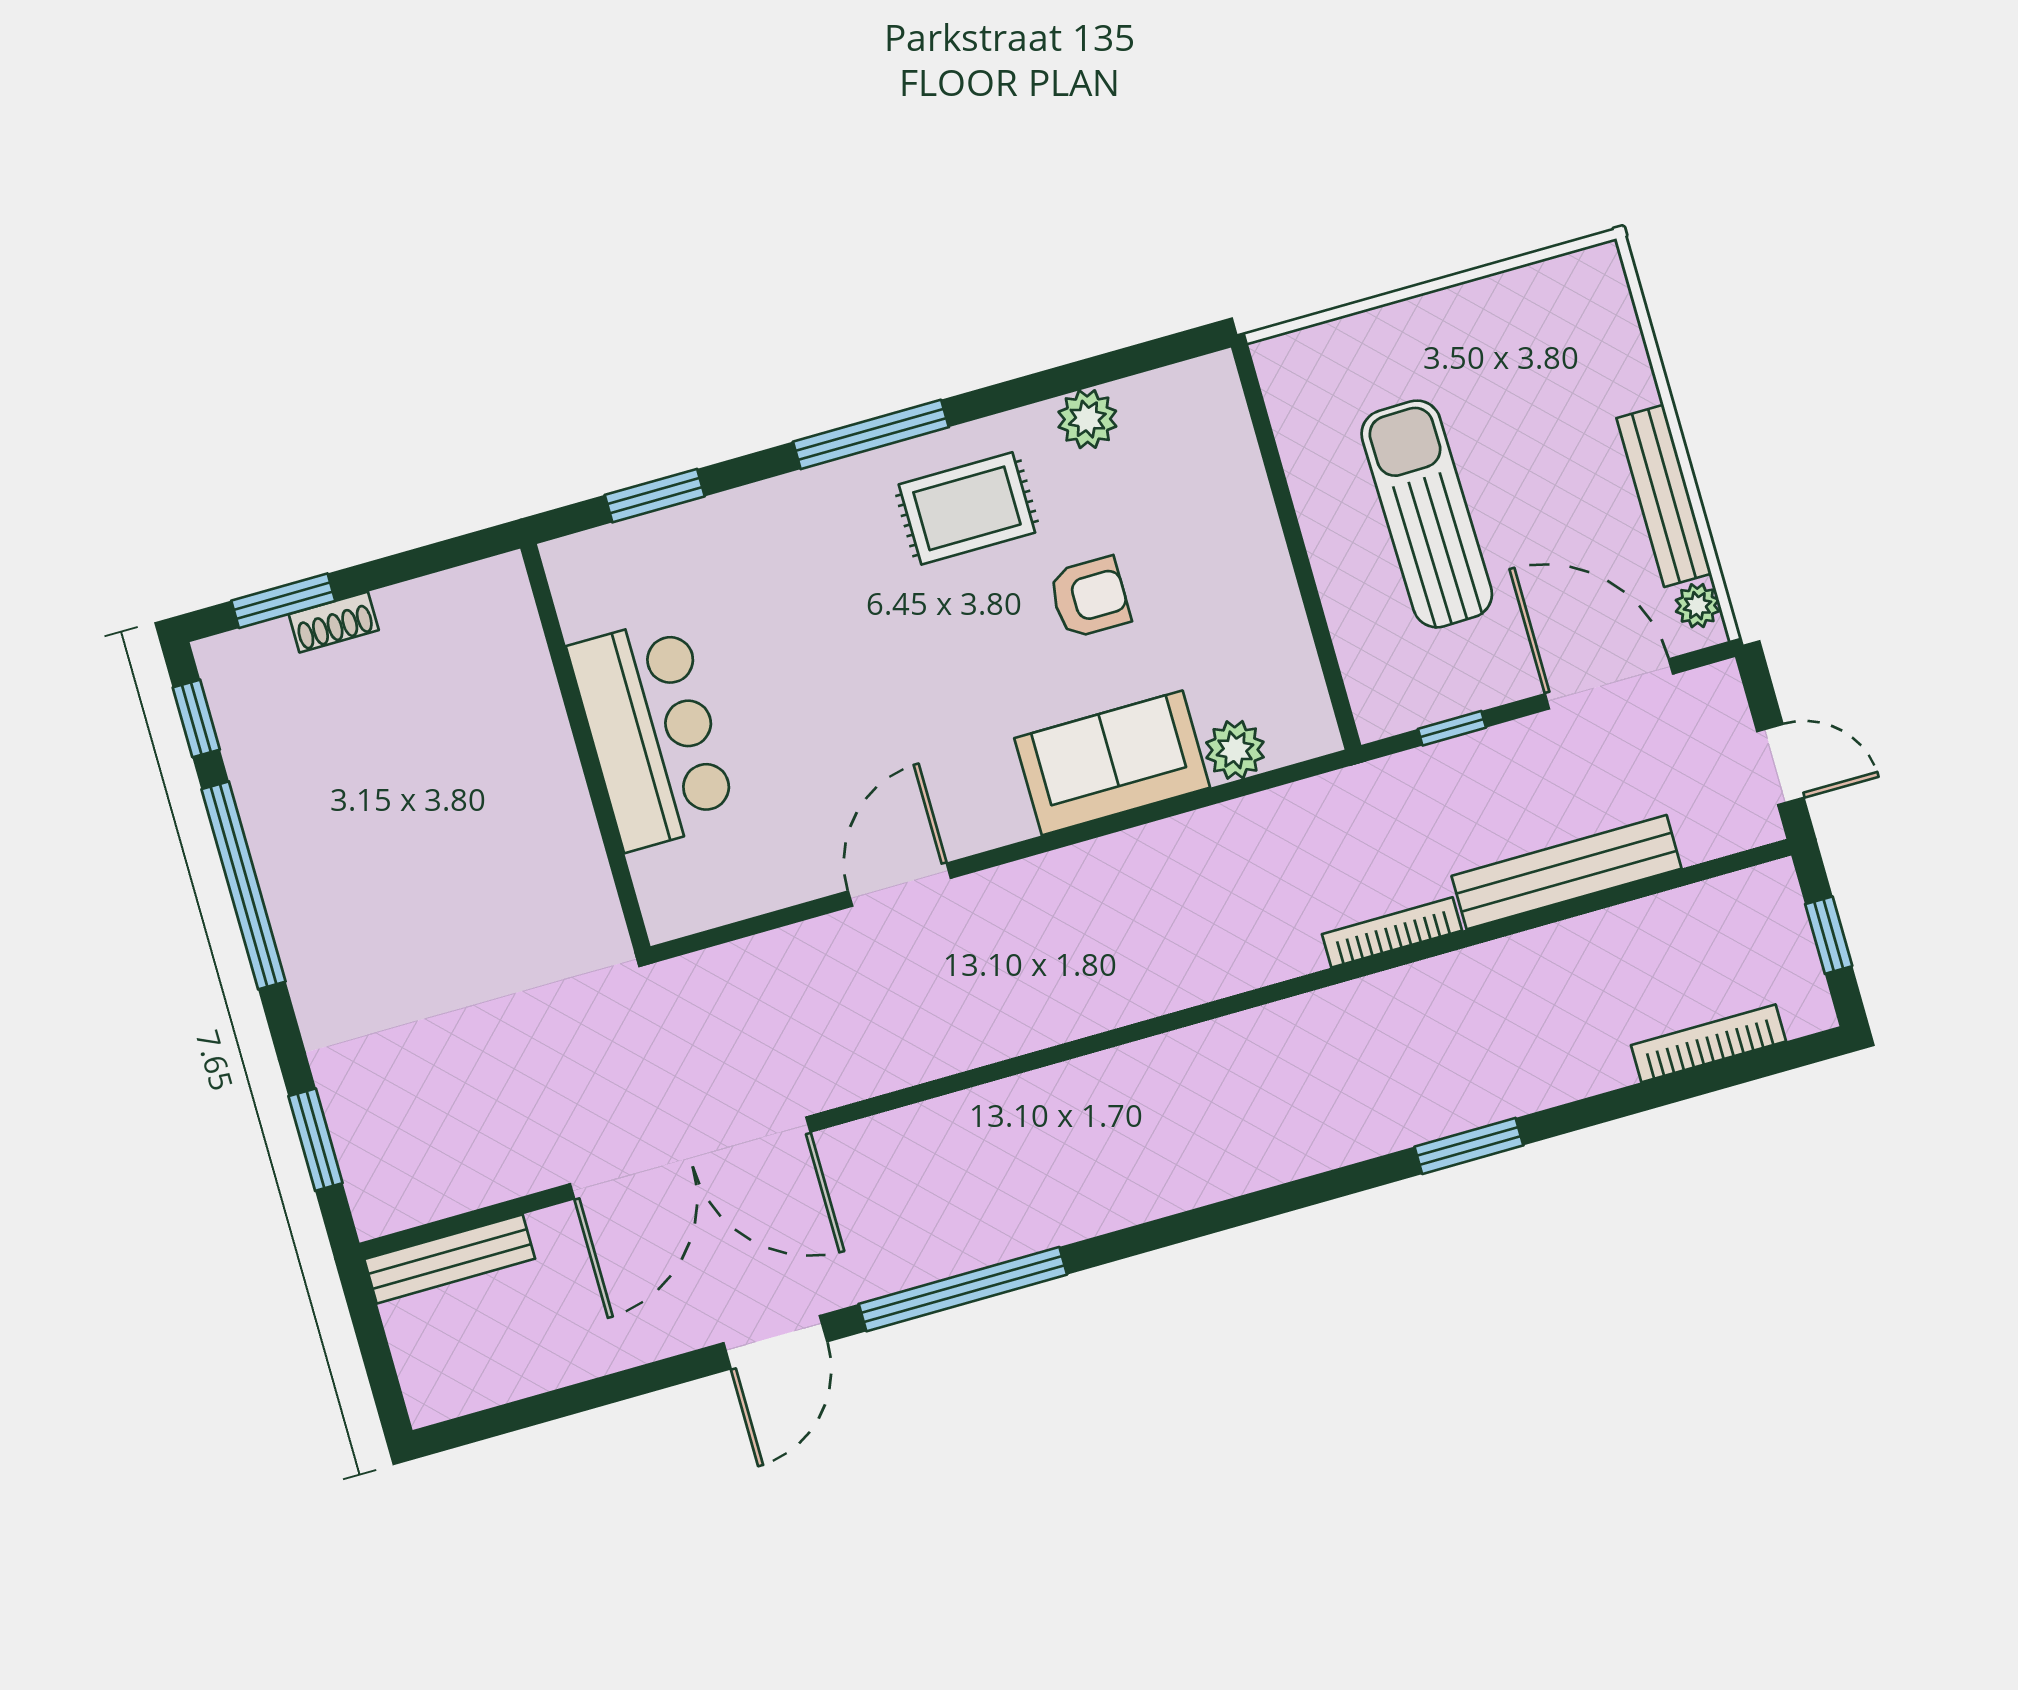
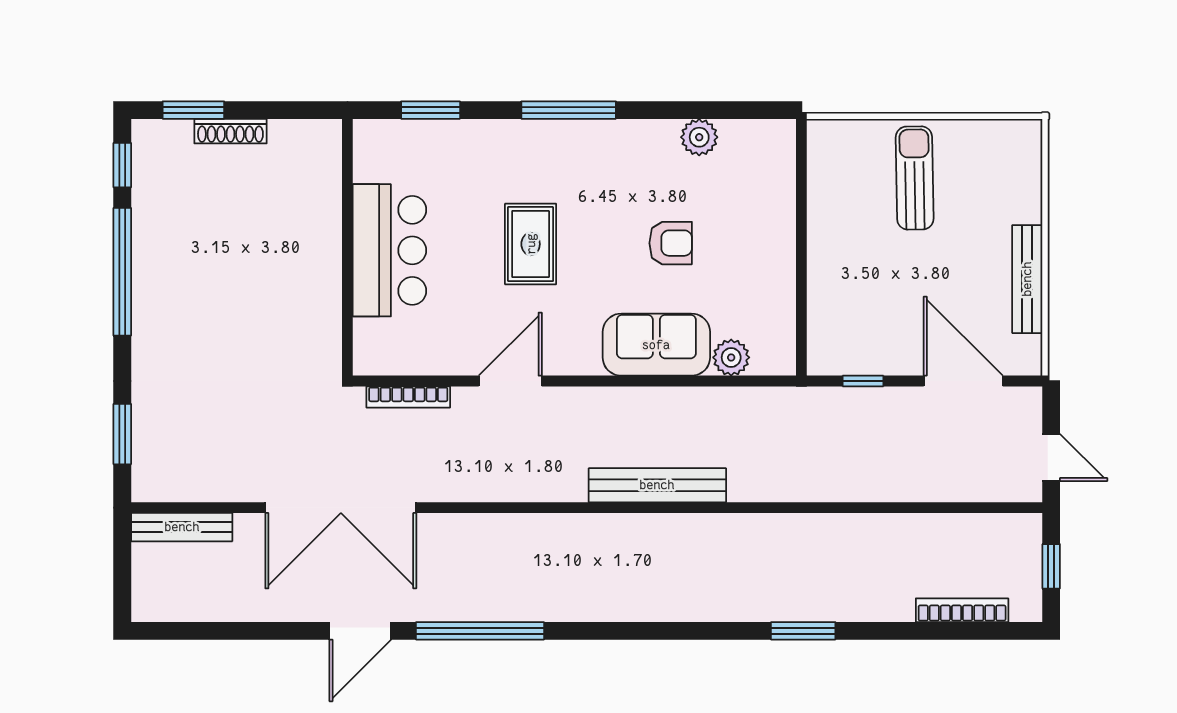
rug: (967, 508) -> (531, 244), moved, turned 90
sun lounger: (1427, 514) -> (915, 178), moved, width x0.73, depth x0.75
plant: (1697, 606) -> (1029, 350), removed
shoe rack: (334, 622) -> (230, 131), width x1.43
bench: (1567, 872) -> (657, 485), moved
bookcase: (1392, 932) -> (408, 397), moved, turned 180

